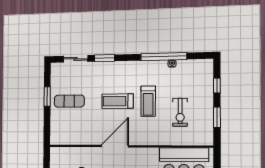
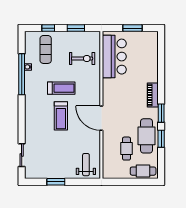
window: (104, 58) -> (22, 128), removed
exercise mat: (69, 101) -> (46, 49), moved
exercise bike: (180, 112) -> (82, 59), moved
weight bench: (65, 129) -> (86, 165), added

